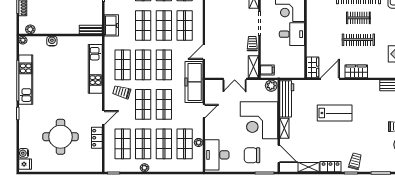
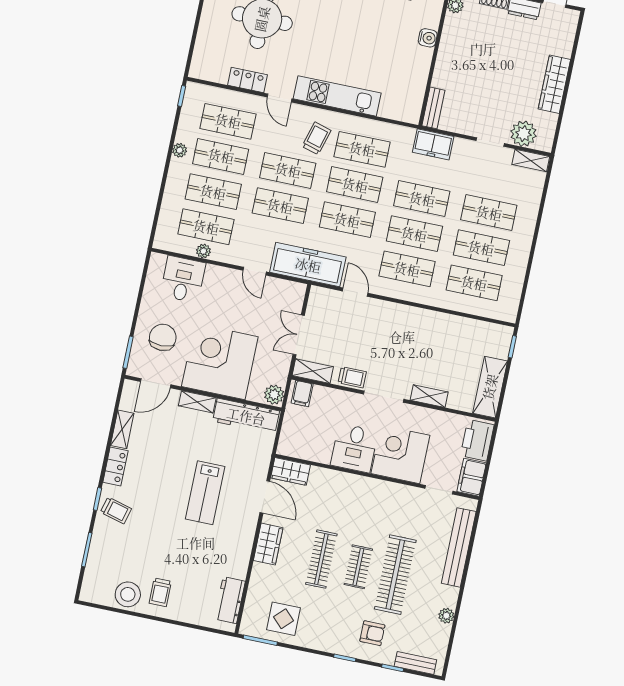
kitchen unit: (95, 69) -> (337, 96), moved
desk: (217, 155) -> (183, 279), width x0.73

